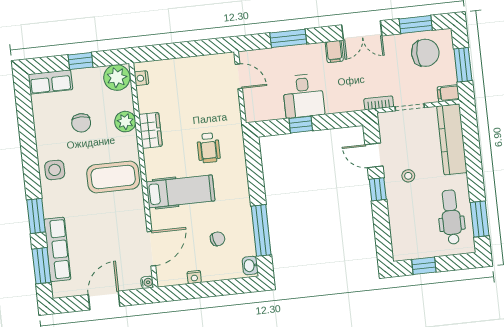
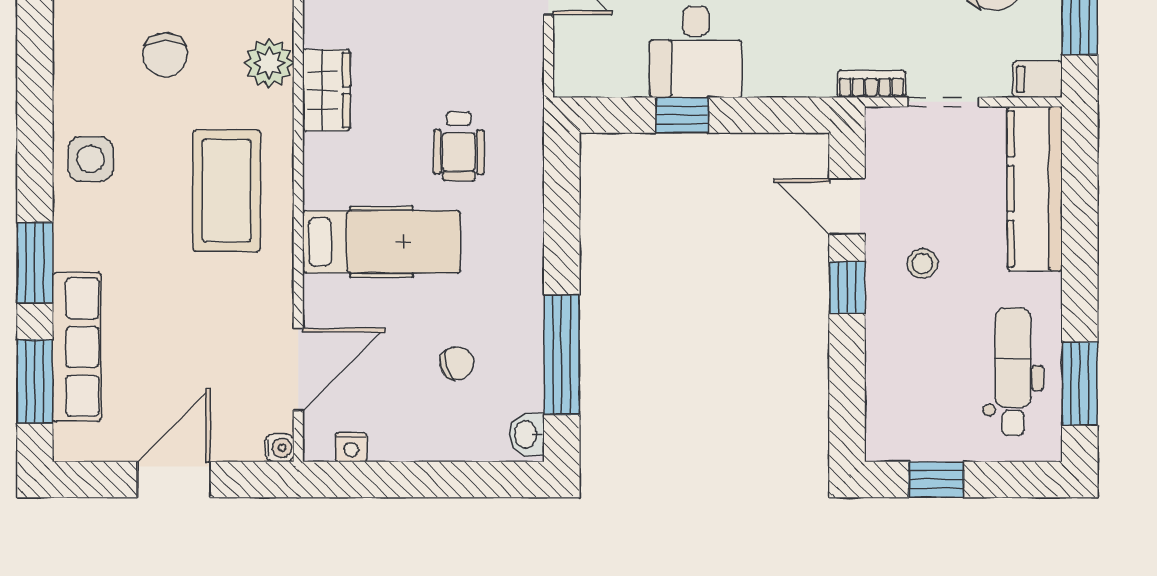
coffee table: (113, 177) -> (227, 191), turned 90
nightstand: (194, 277) -> (351, 447), moved

